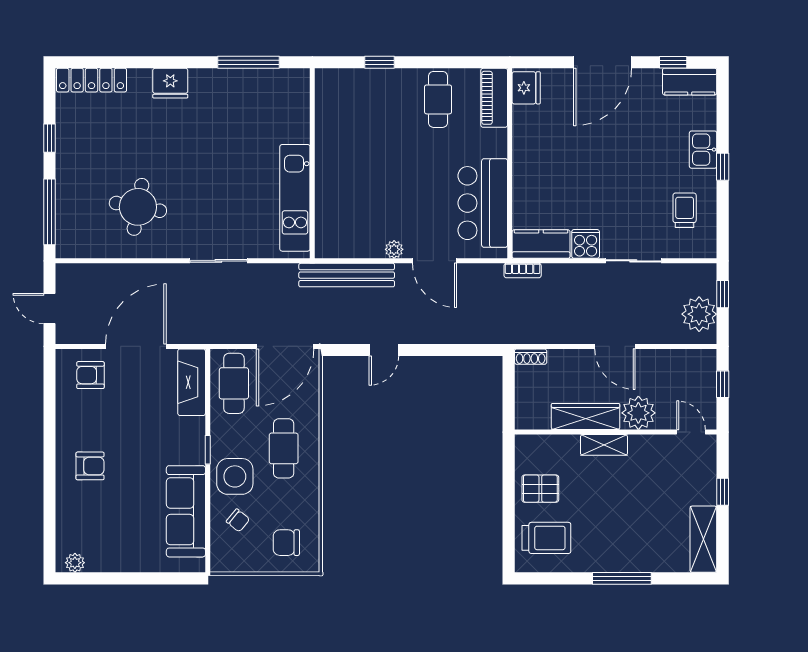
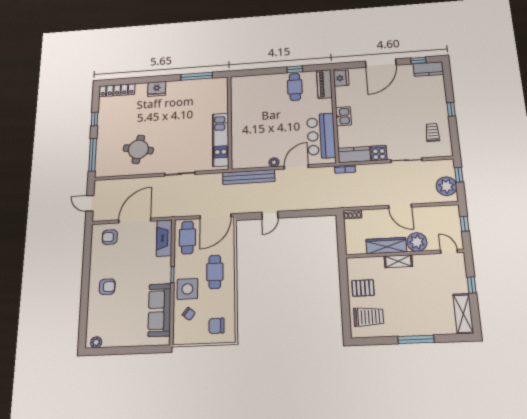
window: (379, 62) -> (295, 69), moved
kitchen sink: (703, 150) -> (343, 116), moved, turned 180
door: (435, 261) -> (296, 167), swing flipped

